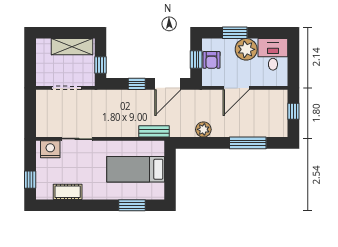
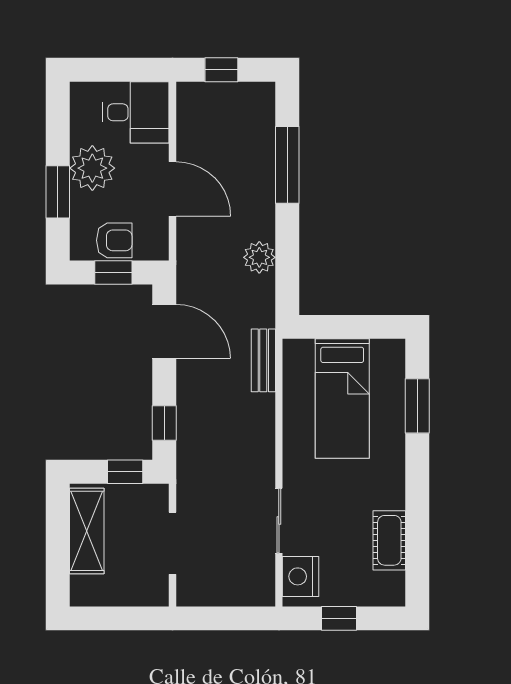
desk: (273, 54) -> (136, 112), moved, turned 180
window: (137, 84) -> (164, 423), moved
window: (30, 180) -> (339, 618), moved

